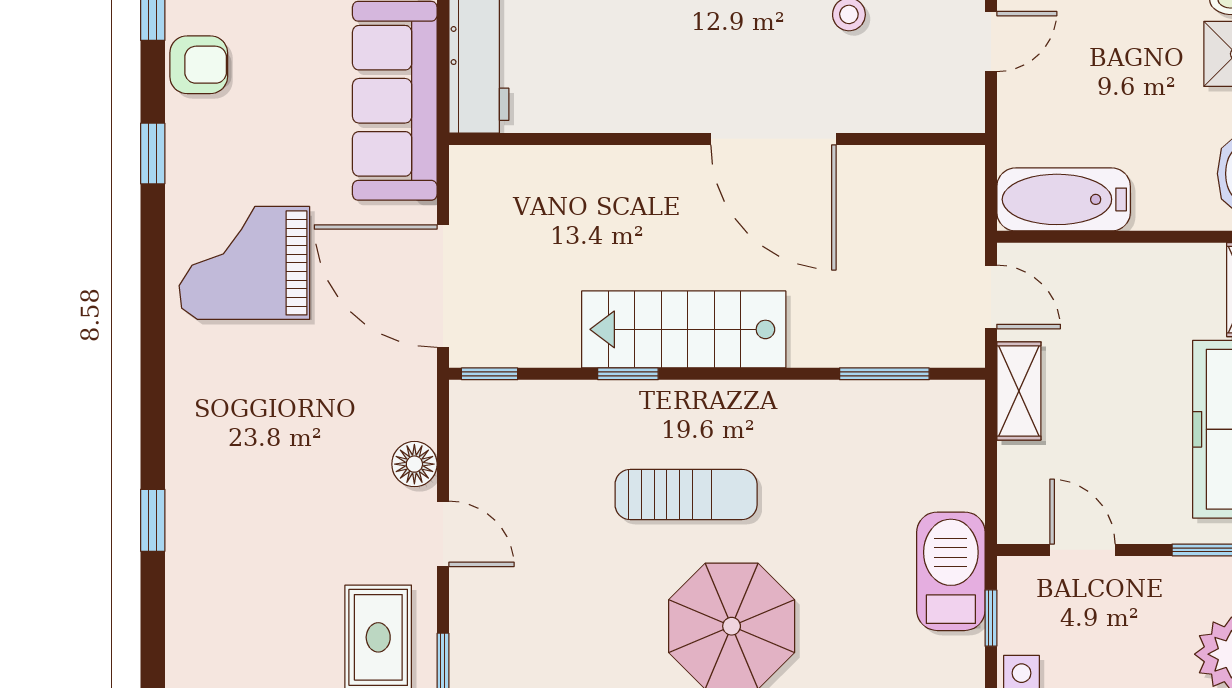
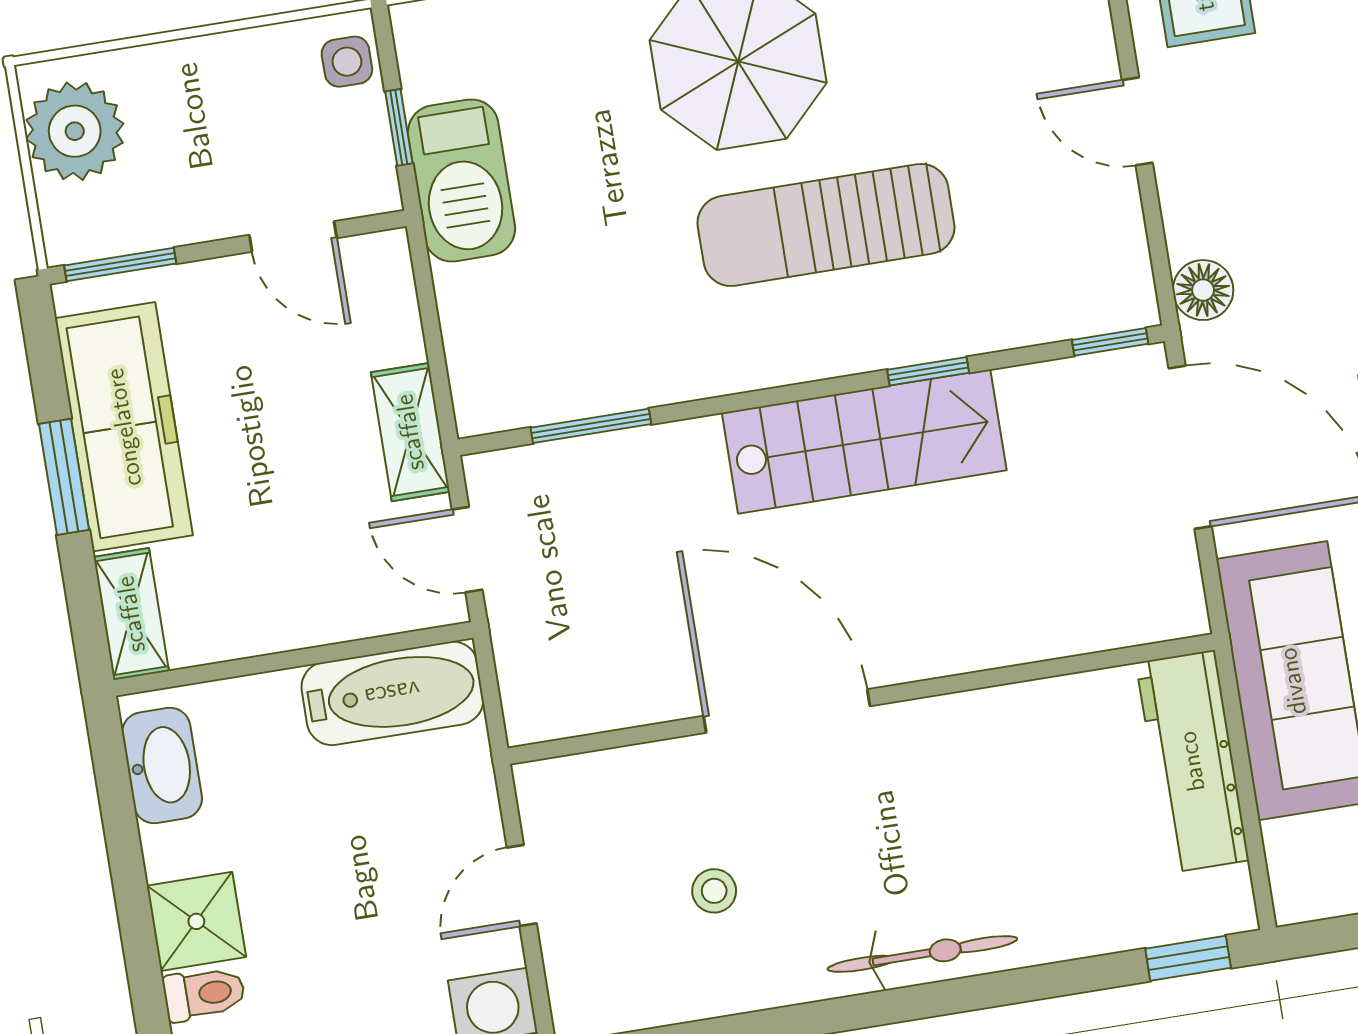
floor lamp: (414, 464) -> (1203, 290), moved
sun lounger: (686, 494) -> (826, 225), width x1.36, depth x1.34

